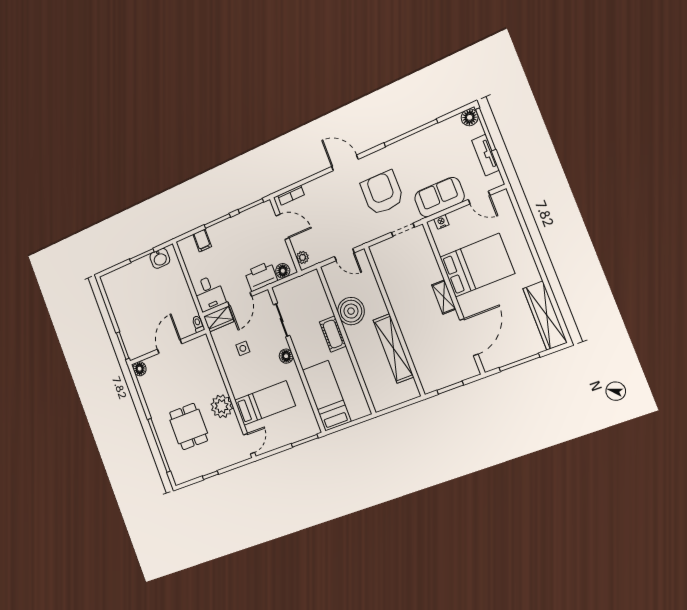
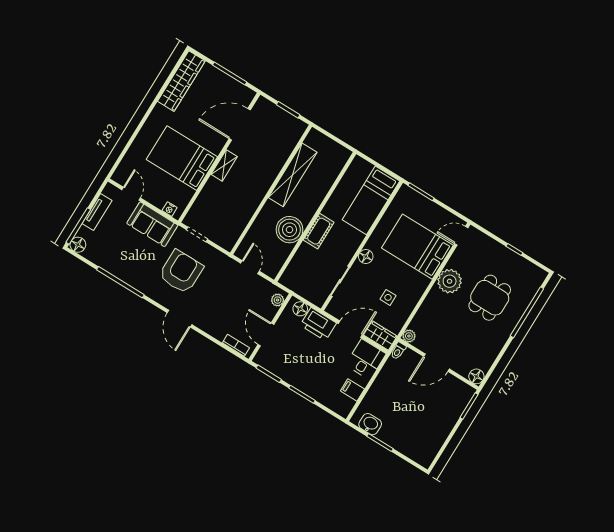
armchair: (382, 193) -> (181, 272), turned 180
filing cabinet: (202, 240) -> (352, 390), moved, turned -90
plant: (203, 341) -> (409, 336), added
bed: (265, 403) -> (417, 247), width x1.50

